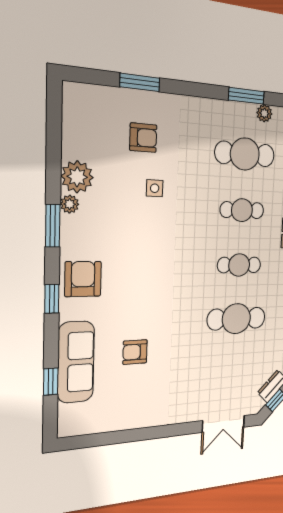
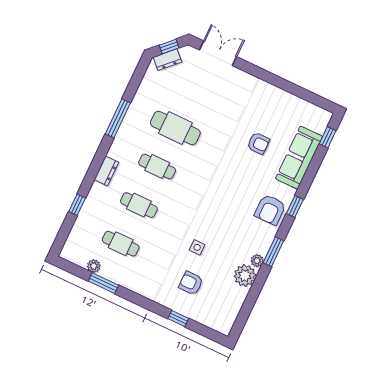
window: (140, 82) -> (178, 318), width x0.67
cafe table: (245, 154) -> (121, 244), width x0.73, depth x0.74
window: (51, 382) -> (328, 137), moved

